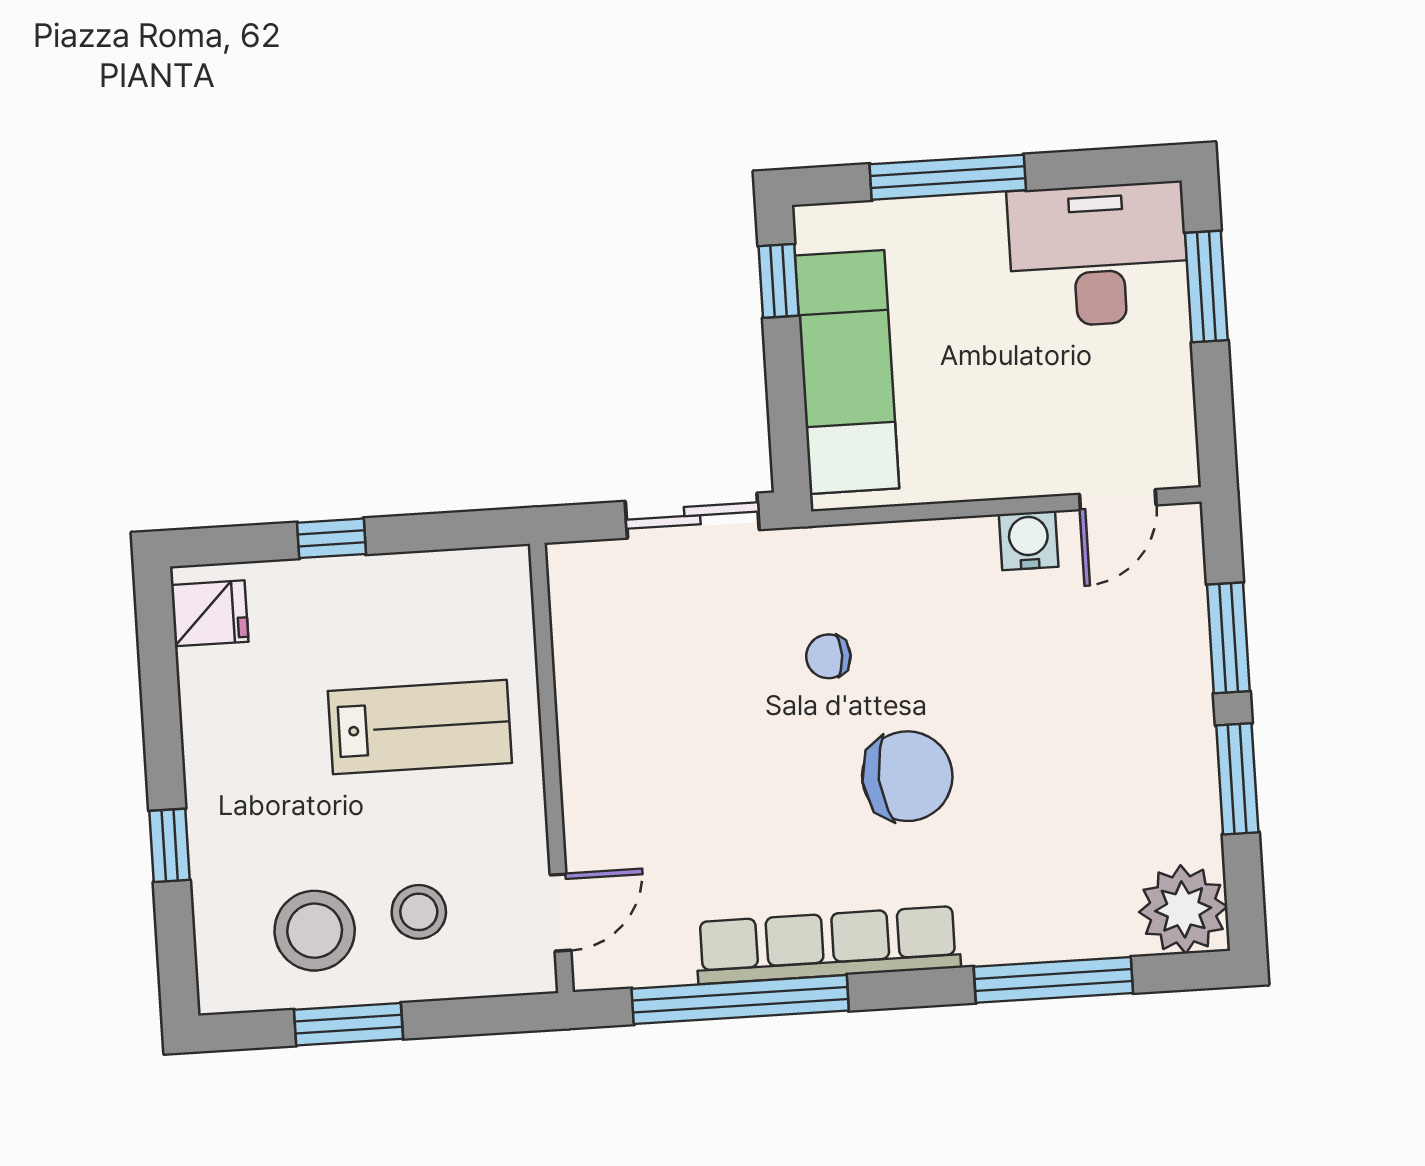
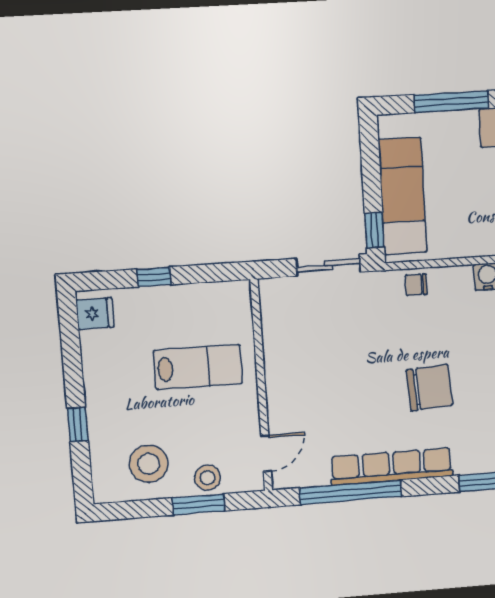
window: (779, 281) -> (374, 230), moved
chair: (828, 656) -> (416, 285), moved
stool: (419, 912) -> (207, 478), moved
window: (349, 1024) -> (199, 504), moved

